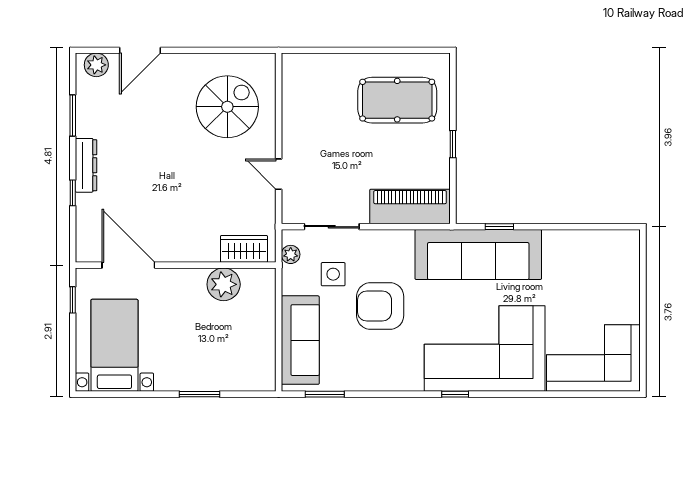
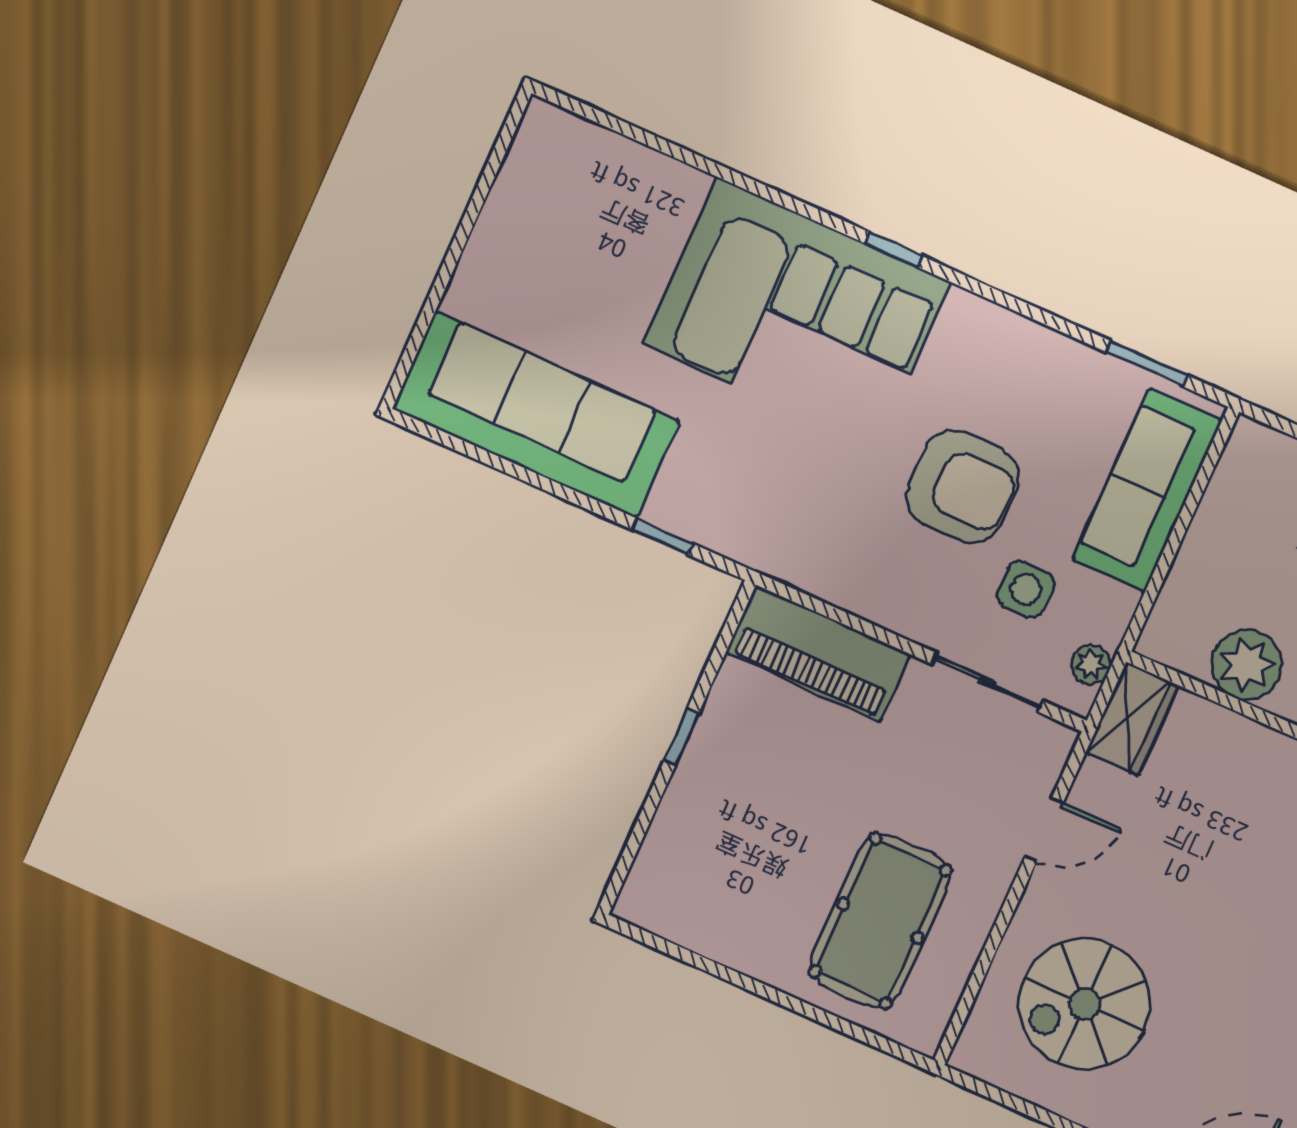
pool table: (397, 100) -> (880, 921), moved, turned 90
door: (279, 174) -> (1044, 830), hinge flipped
wardrobe: (244, 249) -> (1132, 719), moved, turned -90
sofa: (478, 255) -> (536, 415), moved
corner sofa: (593, 358) -> (594, 199), removed

